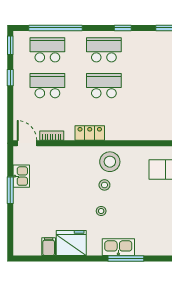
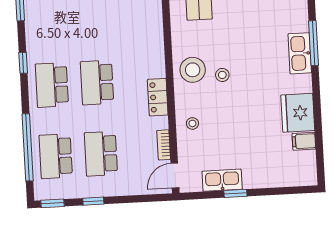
kitchen sink: (21, 176) -> (222, 180), width x1.38
window: (10, 190) -> (235, 193), width x0.67
stool: (101, 211) -> (192, 123), moved

